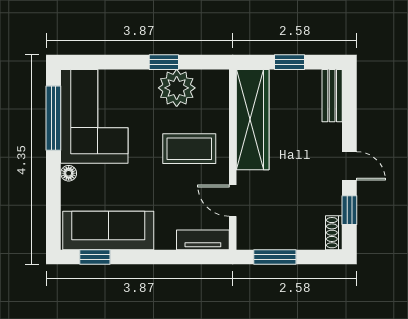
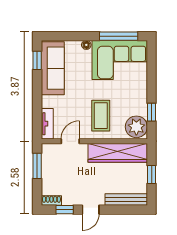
window: (164, 62) -> (152, 112), moved
plant: (177, 88) -> (136, 127), moved
bench: (332, 96) -> (126, 200), width x1.36

